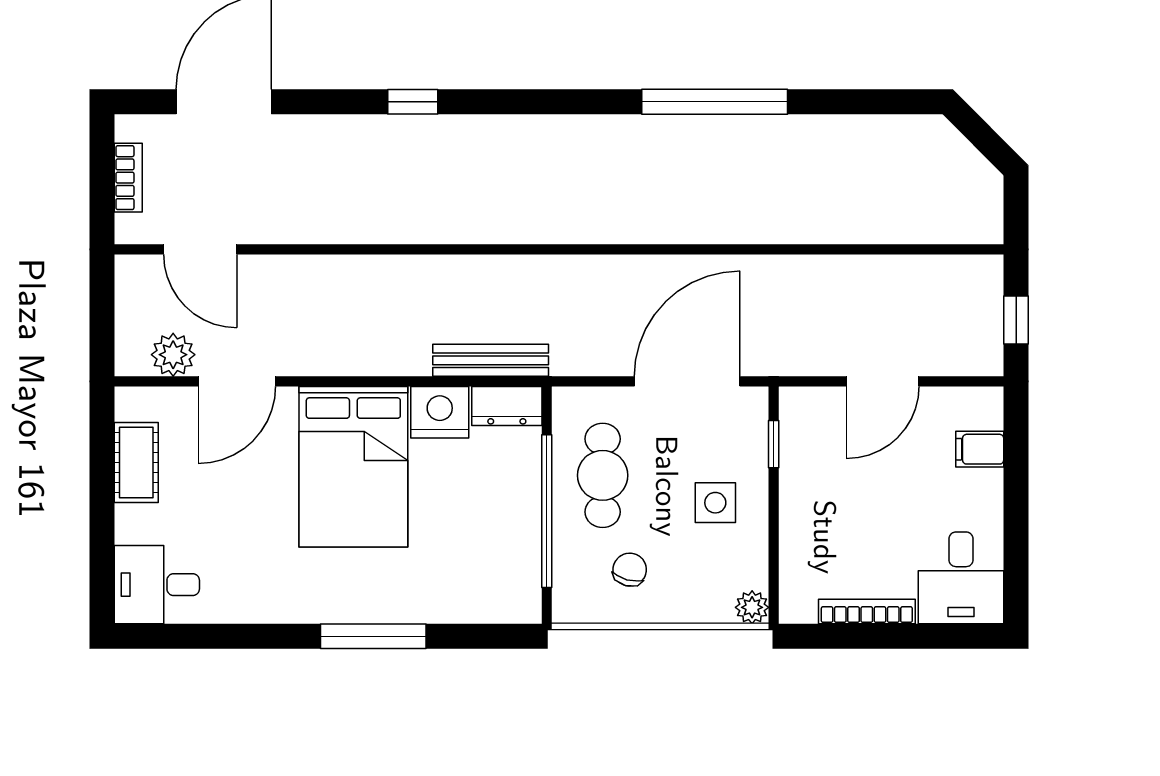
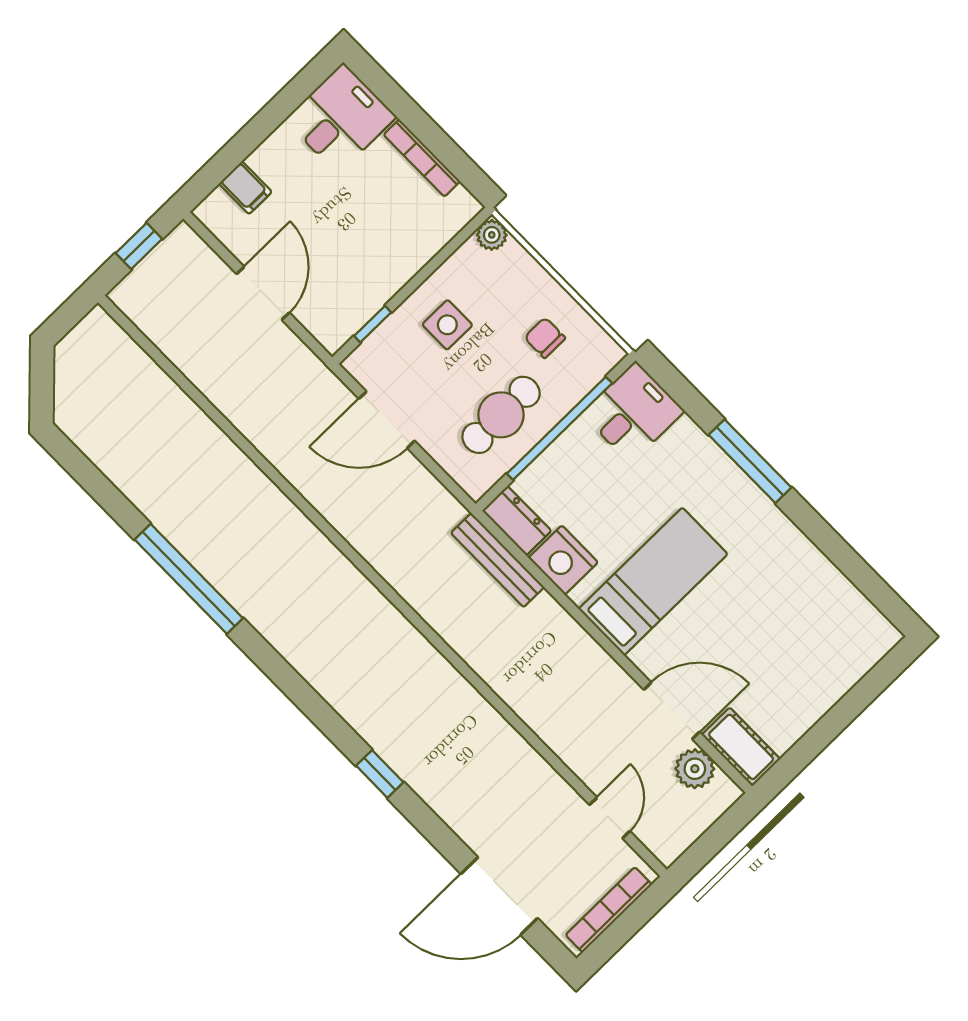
bookcase: (128, 178) -> (609, 910), width x1.56
door: (200, 249) -> (610, 818), width x0.73
door: (687, 381) -> (387, 420), width x0.73
door: (883, 381) -> (263, 293), hinge flipped
cot: (136, 462) -> (741, 747), moved, turned 90
bed: (353, 467) -> (653, 581), width x0.67
chair: (630, 570) -> (545, 338), turned 75
desk: (157, 585) -> (633, 412), moved, turned -90

